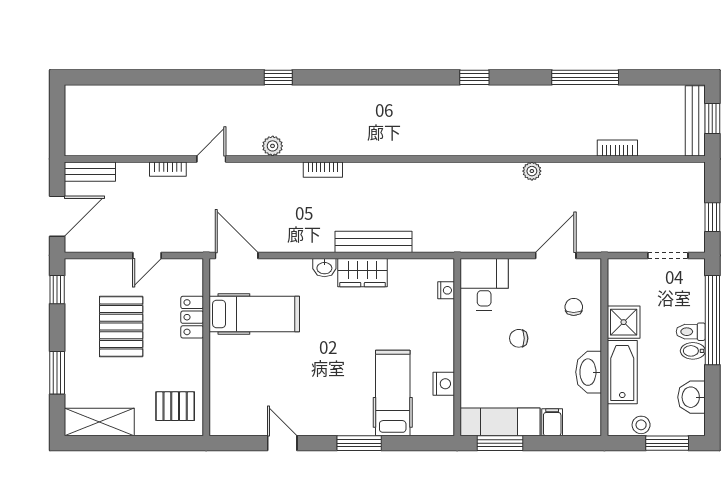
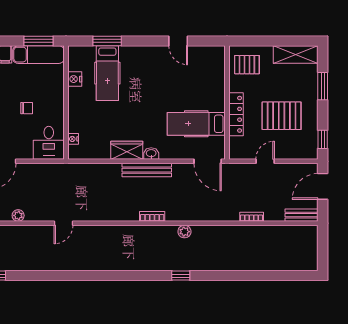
window: (474, 77) -> (55, 276), removed
door: (211, 159) -> (63, 223), moved
bench: (374, 242) -> (147, 170), moved
locker: (192, 317) -> (236, 114), width x1.53
pallet: (121, 327) -> (282, 116), turned 90
window: (359, 443) -> (107, 41), moved

